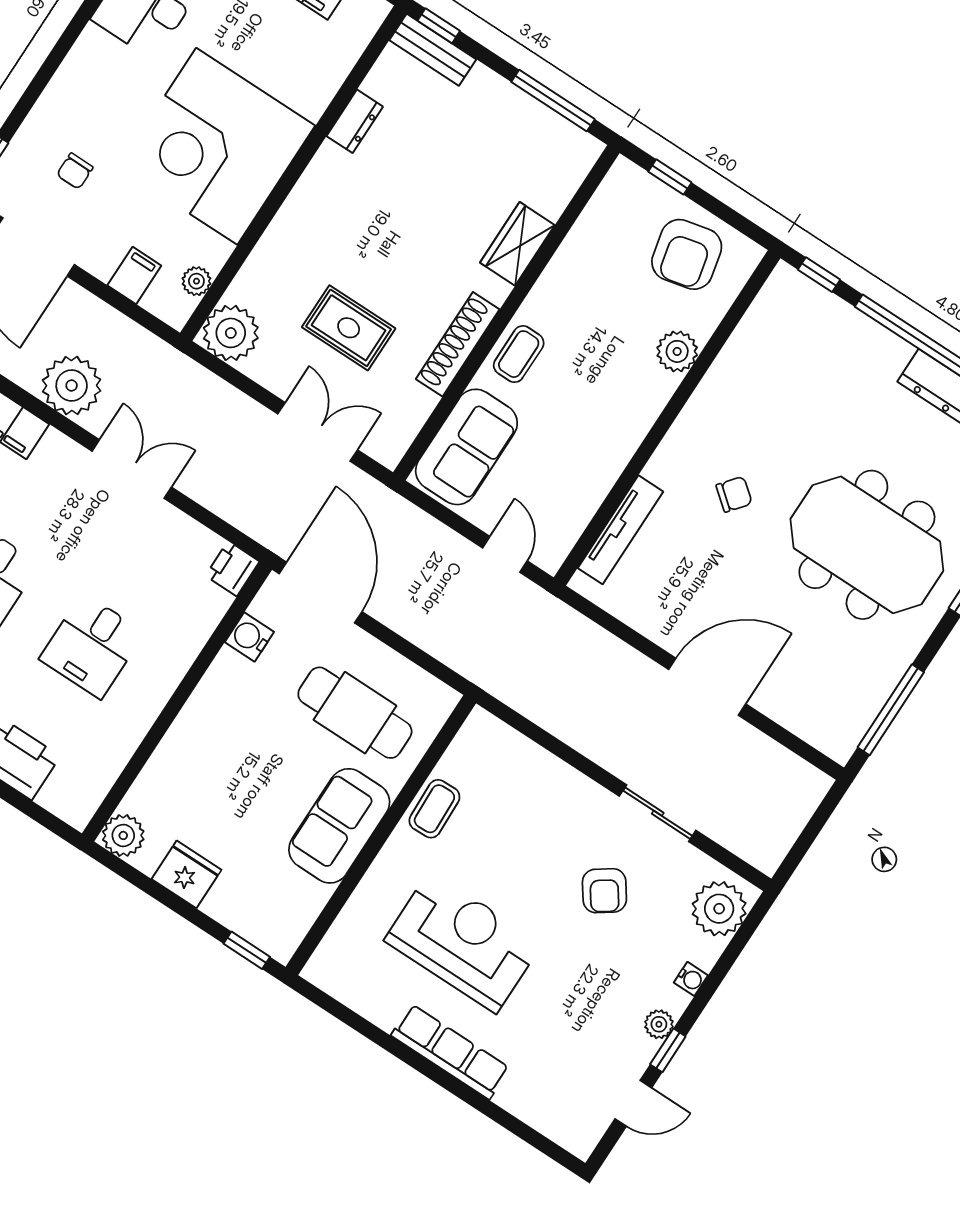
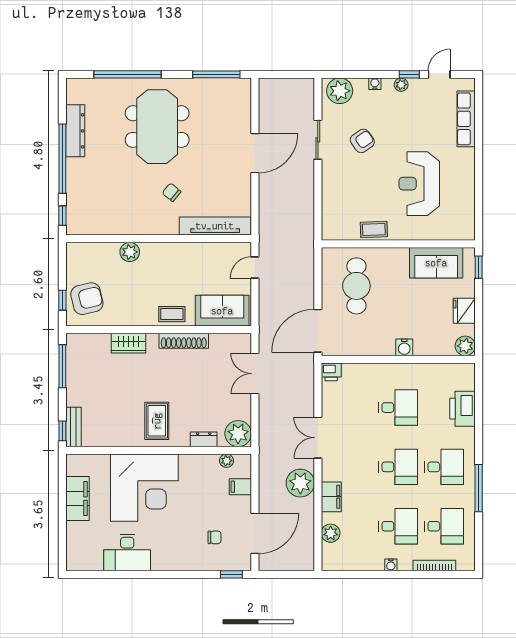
dresser: (355, 121) -> (204, 439), moved
corner desk: (217, 146) -> (144, 488), moved
armchair: (687, 254) -> (87, 299), moved
rug: (349, 328) -> (157, 421), moved
tv unit: (621, 530) -> (215, 226), width x1.36, depth x1.29
water cooler: (249, 637) -> (404, 347), moved
door: (707, 687) -> (255, 153), swing flipped
sofa: (339, 826) -> (436, 263), moved
row of seats: (450, 1052) -> (466, 119), moved
door: (633, 1103) -> (439, 74), hinge flipped

